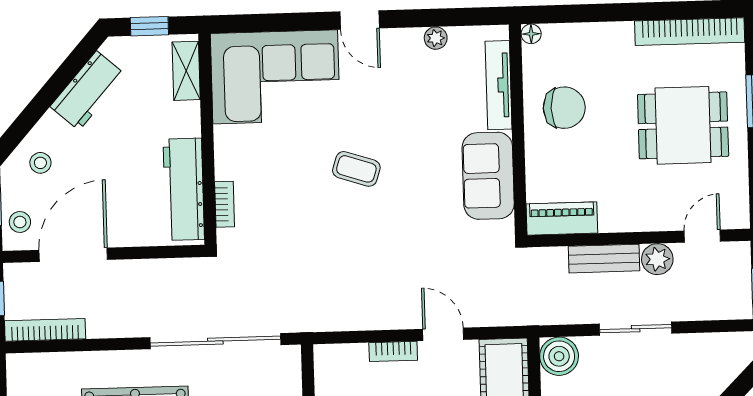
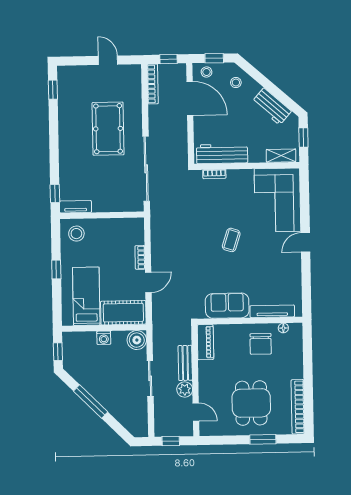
floor lamp: (531, 34) -> (283, 328), moved
plant: (436, 38) -> (296, 280), removed

